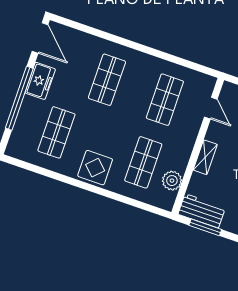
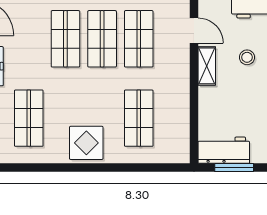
shop shelf: (136, 90) -> (102, 39), added
shelving: (205, 157) -> (207, 66), moved
plant: (172, 181) -> (178, 128), removed

